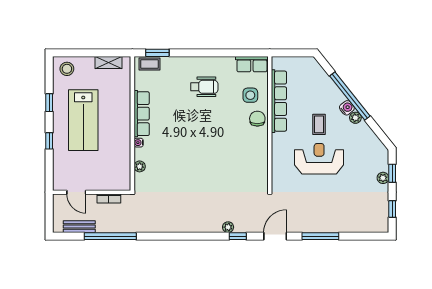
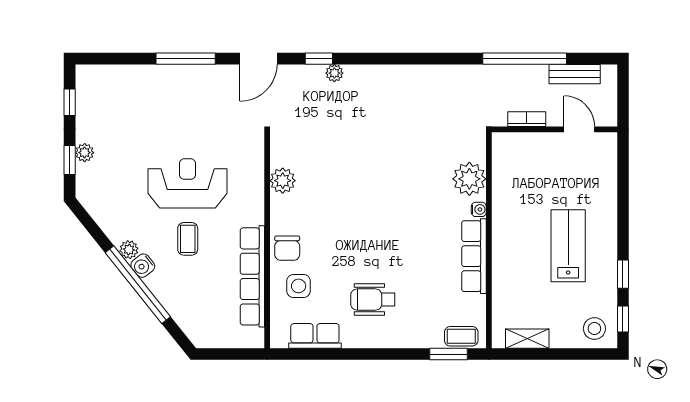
row of seats: (252, 64) -> (315, 336), moved
lab bench: (83, 120) -> (568, 246), width x0.73, depth x0.72
window: (49, 141) -> (623, 319), moved
reception desk: (319, 159) -> (188, 183), turned 180
plant: (260, 160) -> (283, 181), added
plant: (140, 166) -> (469, 179), width x1.88, depth x1.88

